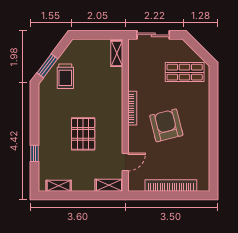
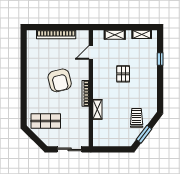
shelving: (117, 53) -> (97, 109), moved
window: (47, 66) -> (144, 134), moved
pallet: (83, 134) -> (123, 74), width x0.67, depth x0.71
shelving: (109, 185) -> (115, 35), moved

